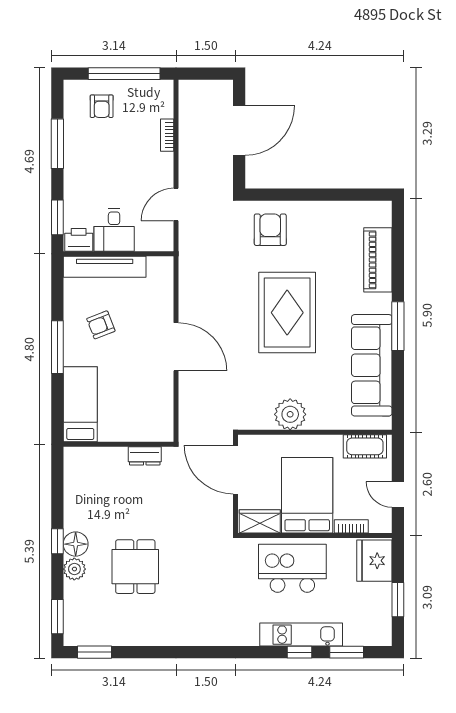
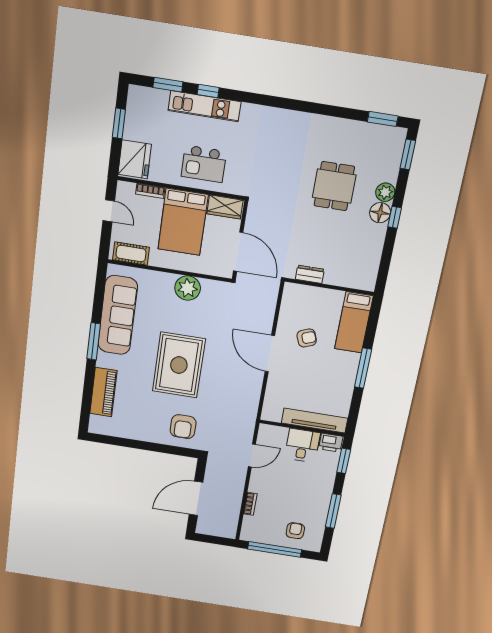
armchair: (101, 325) -> (307, 338), moved
kitchen island: (292, 568) -> (204, 164), width x0.73, depth x0.78

